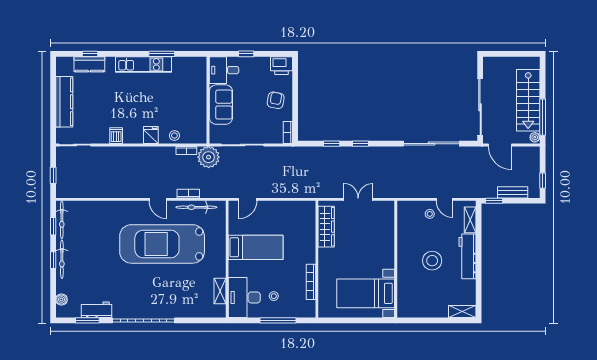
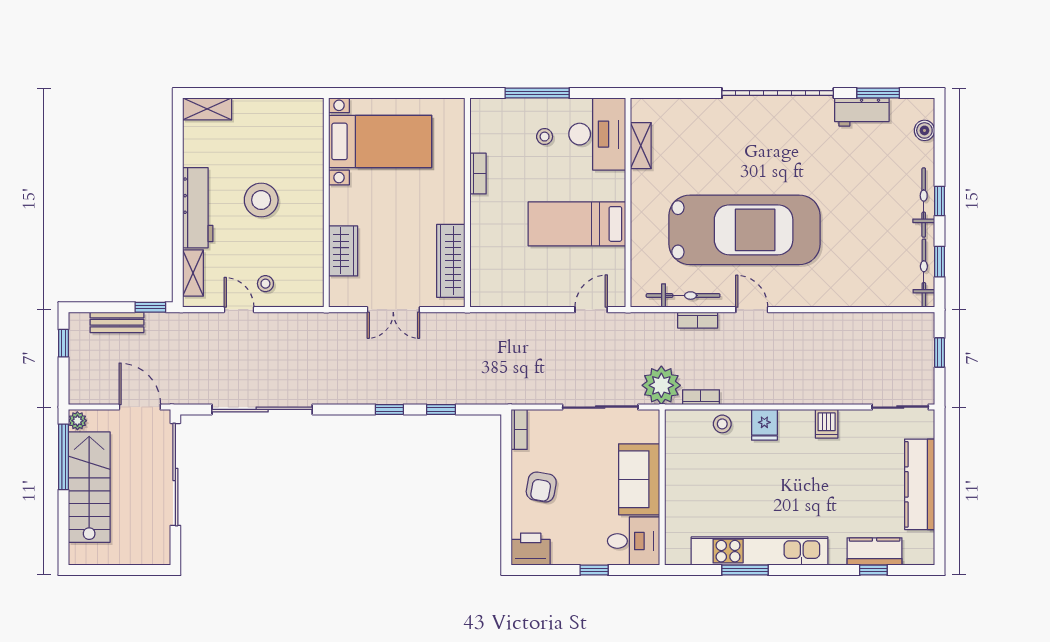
kitchen unit: (143, 64) -> (759, 551), width x1.36
wardrobe: (386, 232) -> (343, 251), added
bookcase: (311, 282) -> (478, 174), width x0.64

